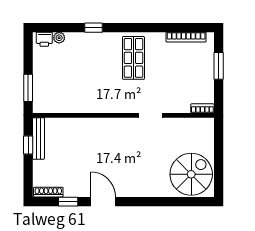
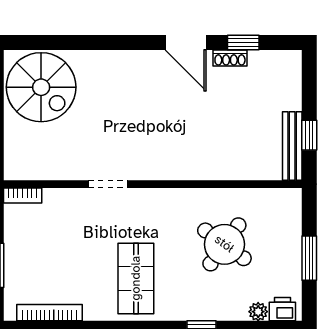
round table: (80, 79) -> (224, 244), added
window: (28, 88) -> (309, 258), moved
spiral stairs: (191, 174) -> (41, 87), turned -90
shoe rack: (48, 192) -> (230, 58), moved, width x0.70

